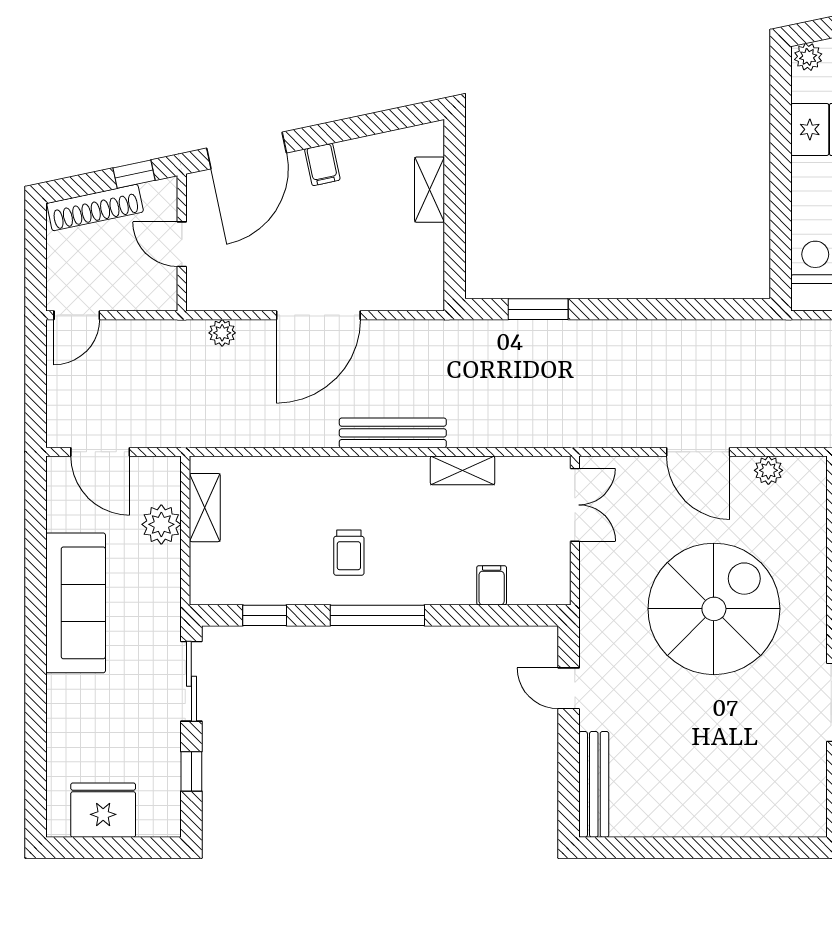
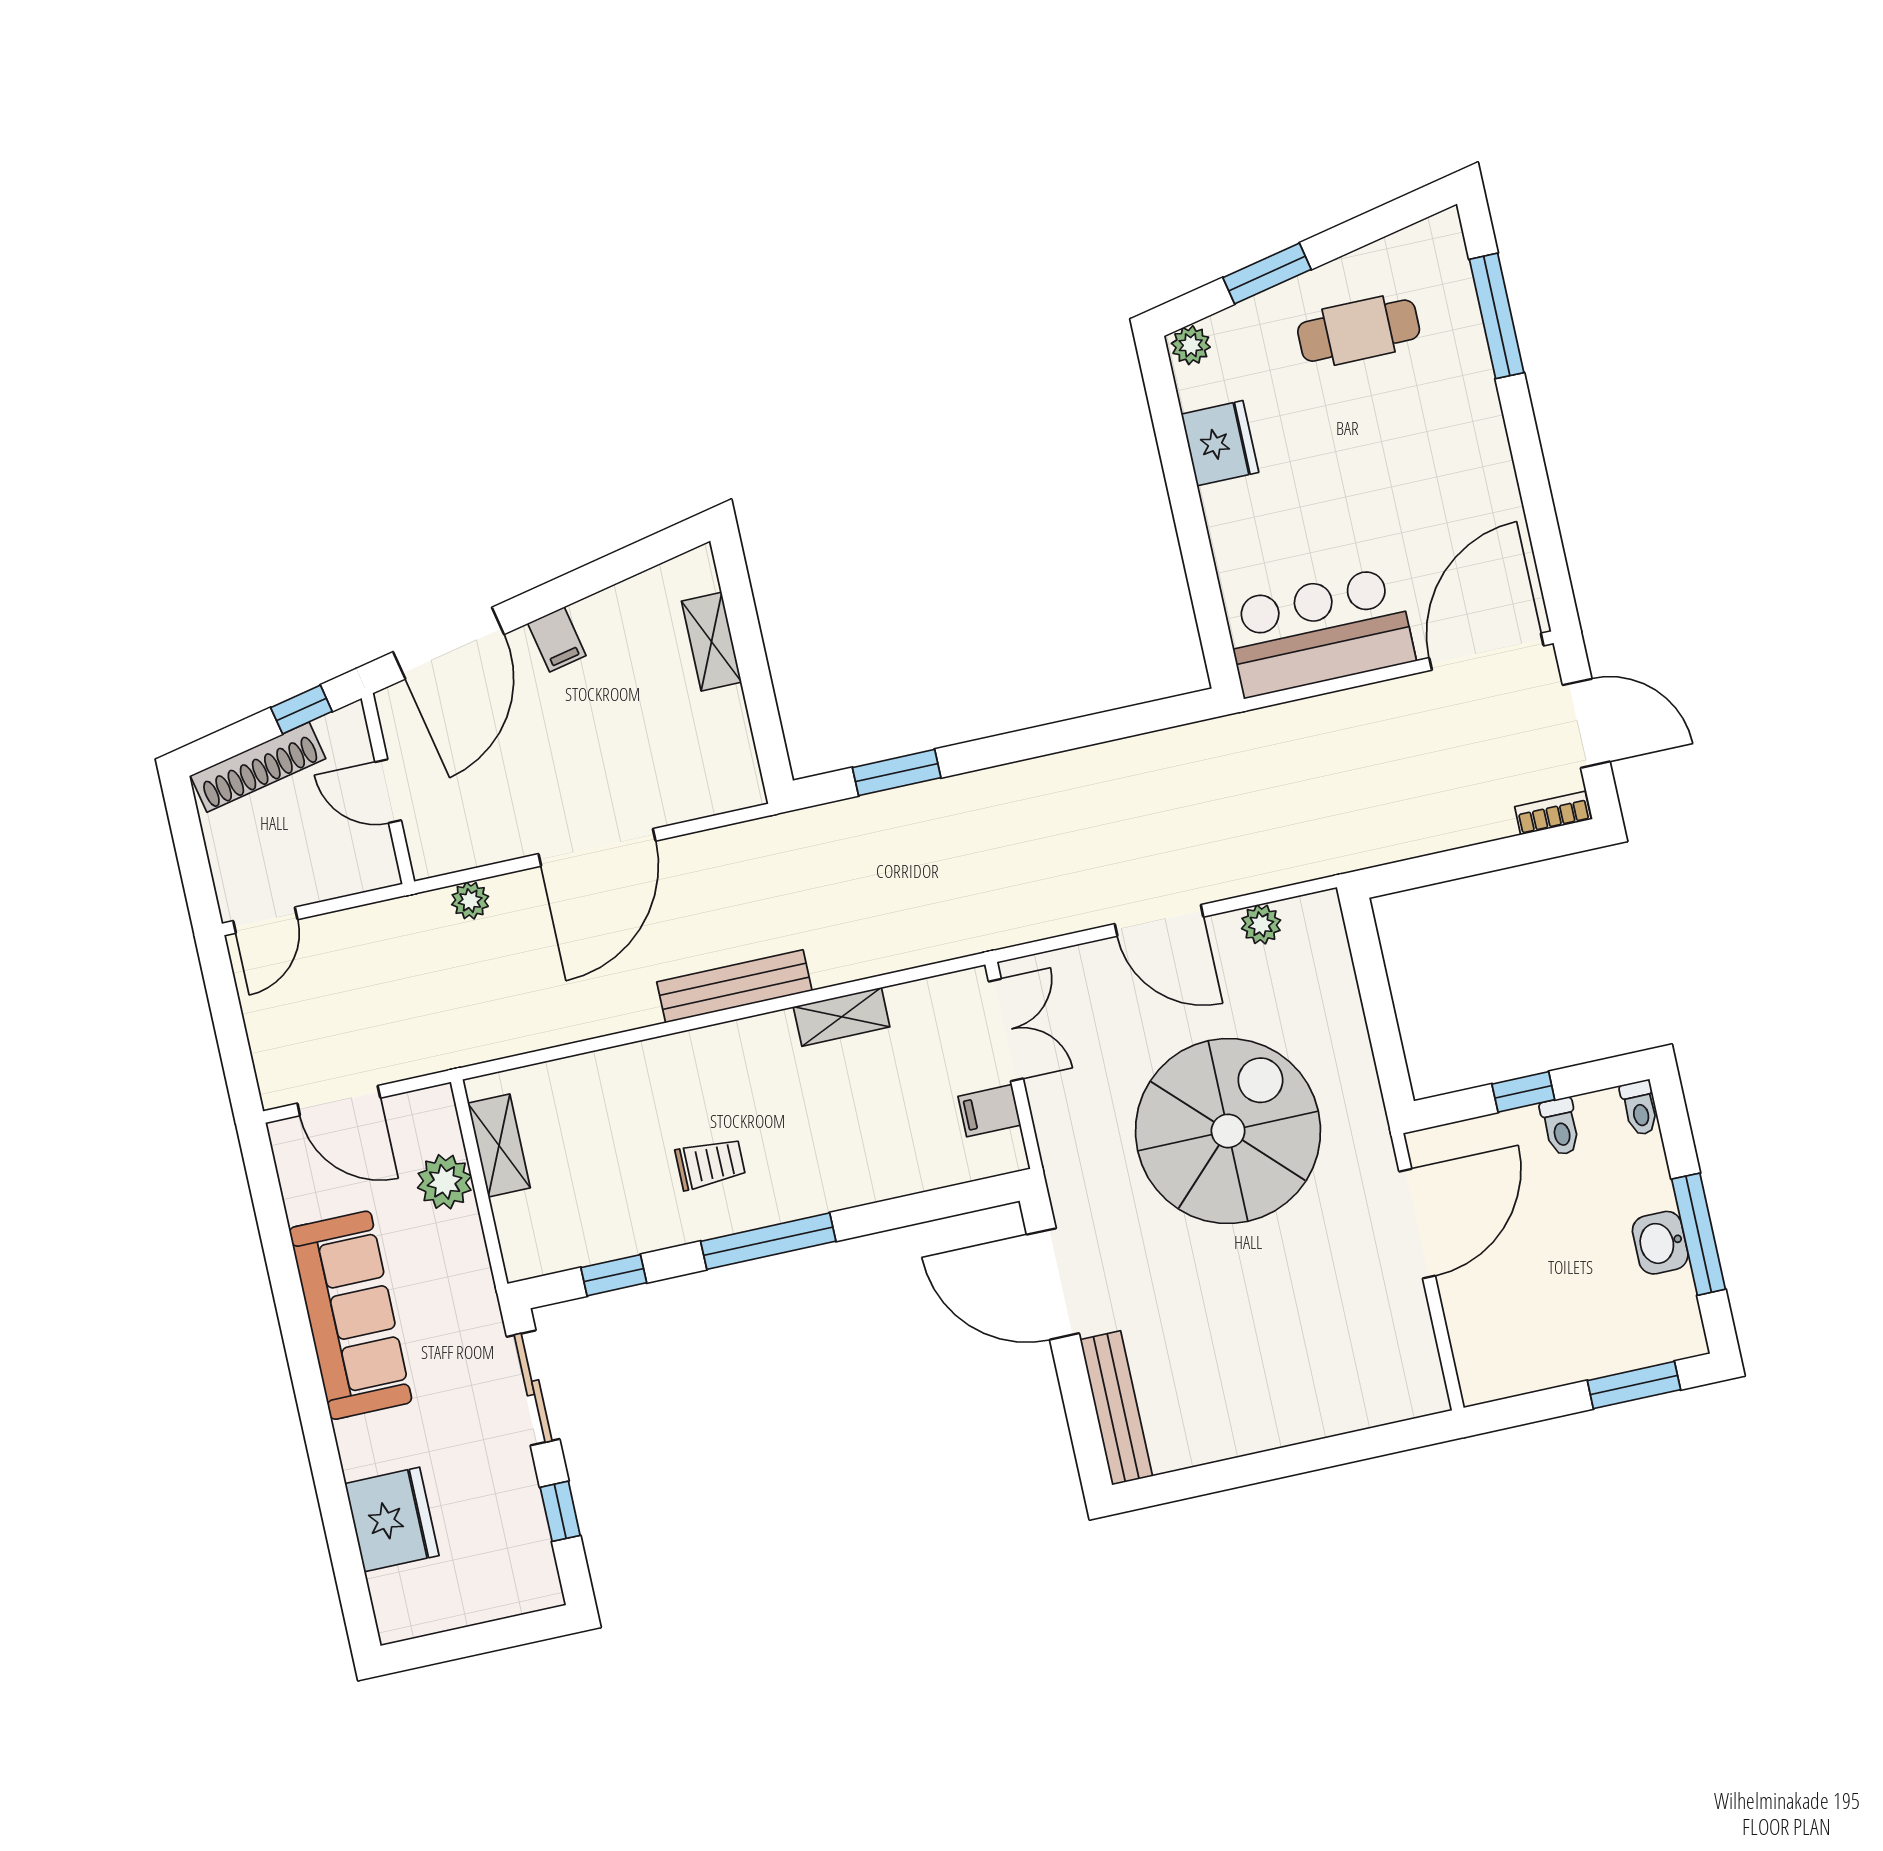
trolley: (349, 553) -> (710, 1164), turned -90
filing cabinet: (492, 585) -> (989, 1111), moved, turned -90
door: (569, 688) -> (1053, 1284), width x1.88
fridge: (103, 810) -> (392, 1520), moved, turned 90

